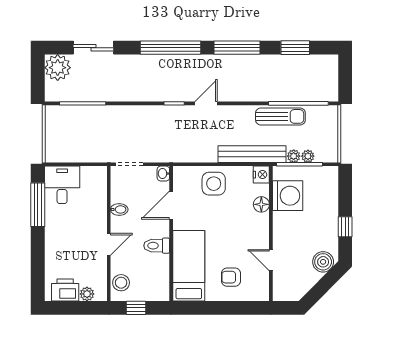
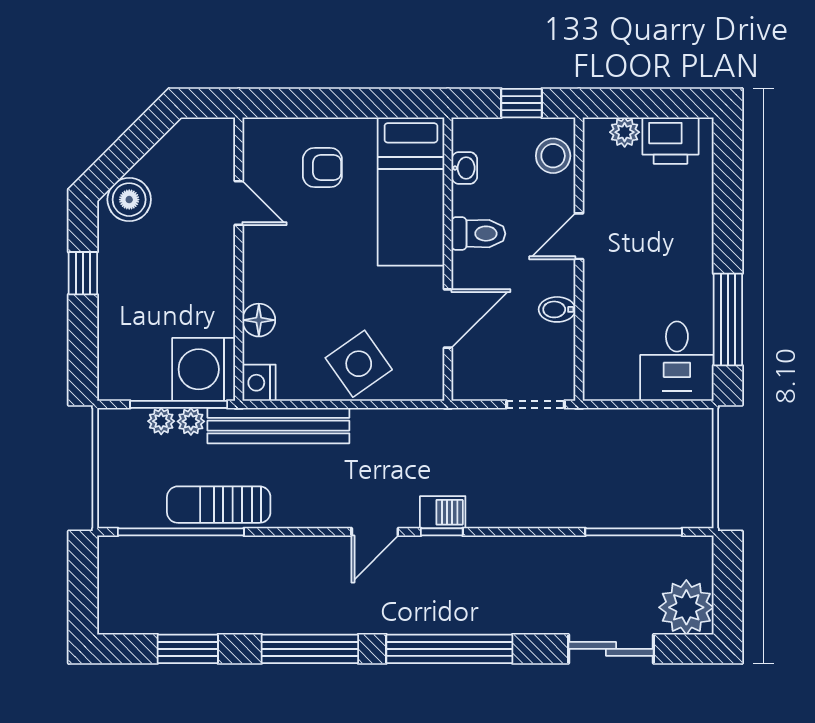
barbecue: (174, 113) -> (443, 512), added
washbasin: (163, 174) -> (464, 168), moved
side table: (214, 184) -> (359, 364), turned -35
washing machine: (288, 196) -> (204, 369), moved

